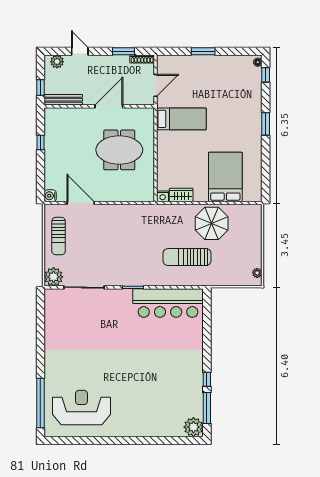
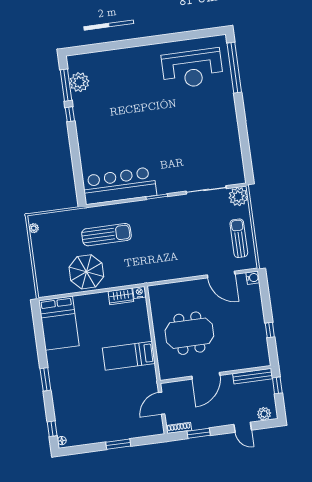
bed: (181, 119) -> (129, 356), moved
bed: (225, 177) -> (59, 323), moved
plant: (193, 427) -> (79, 82), moved

